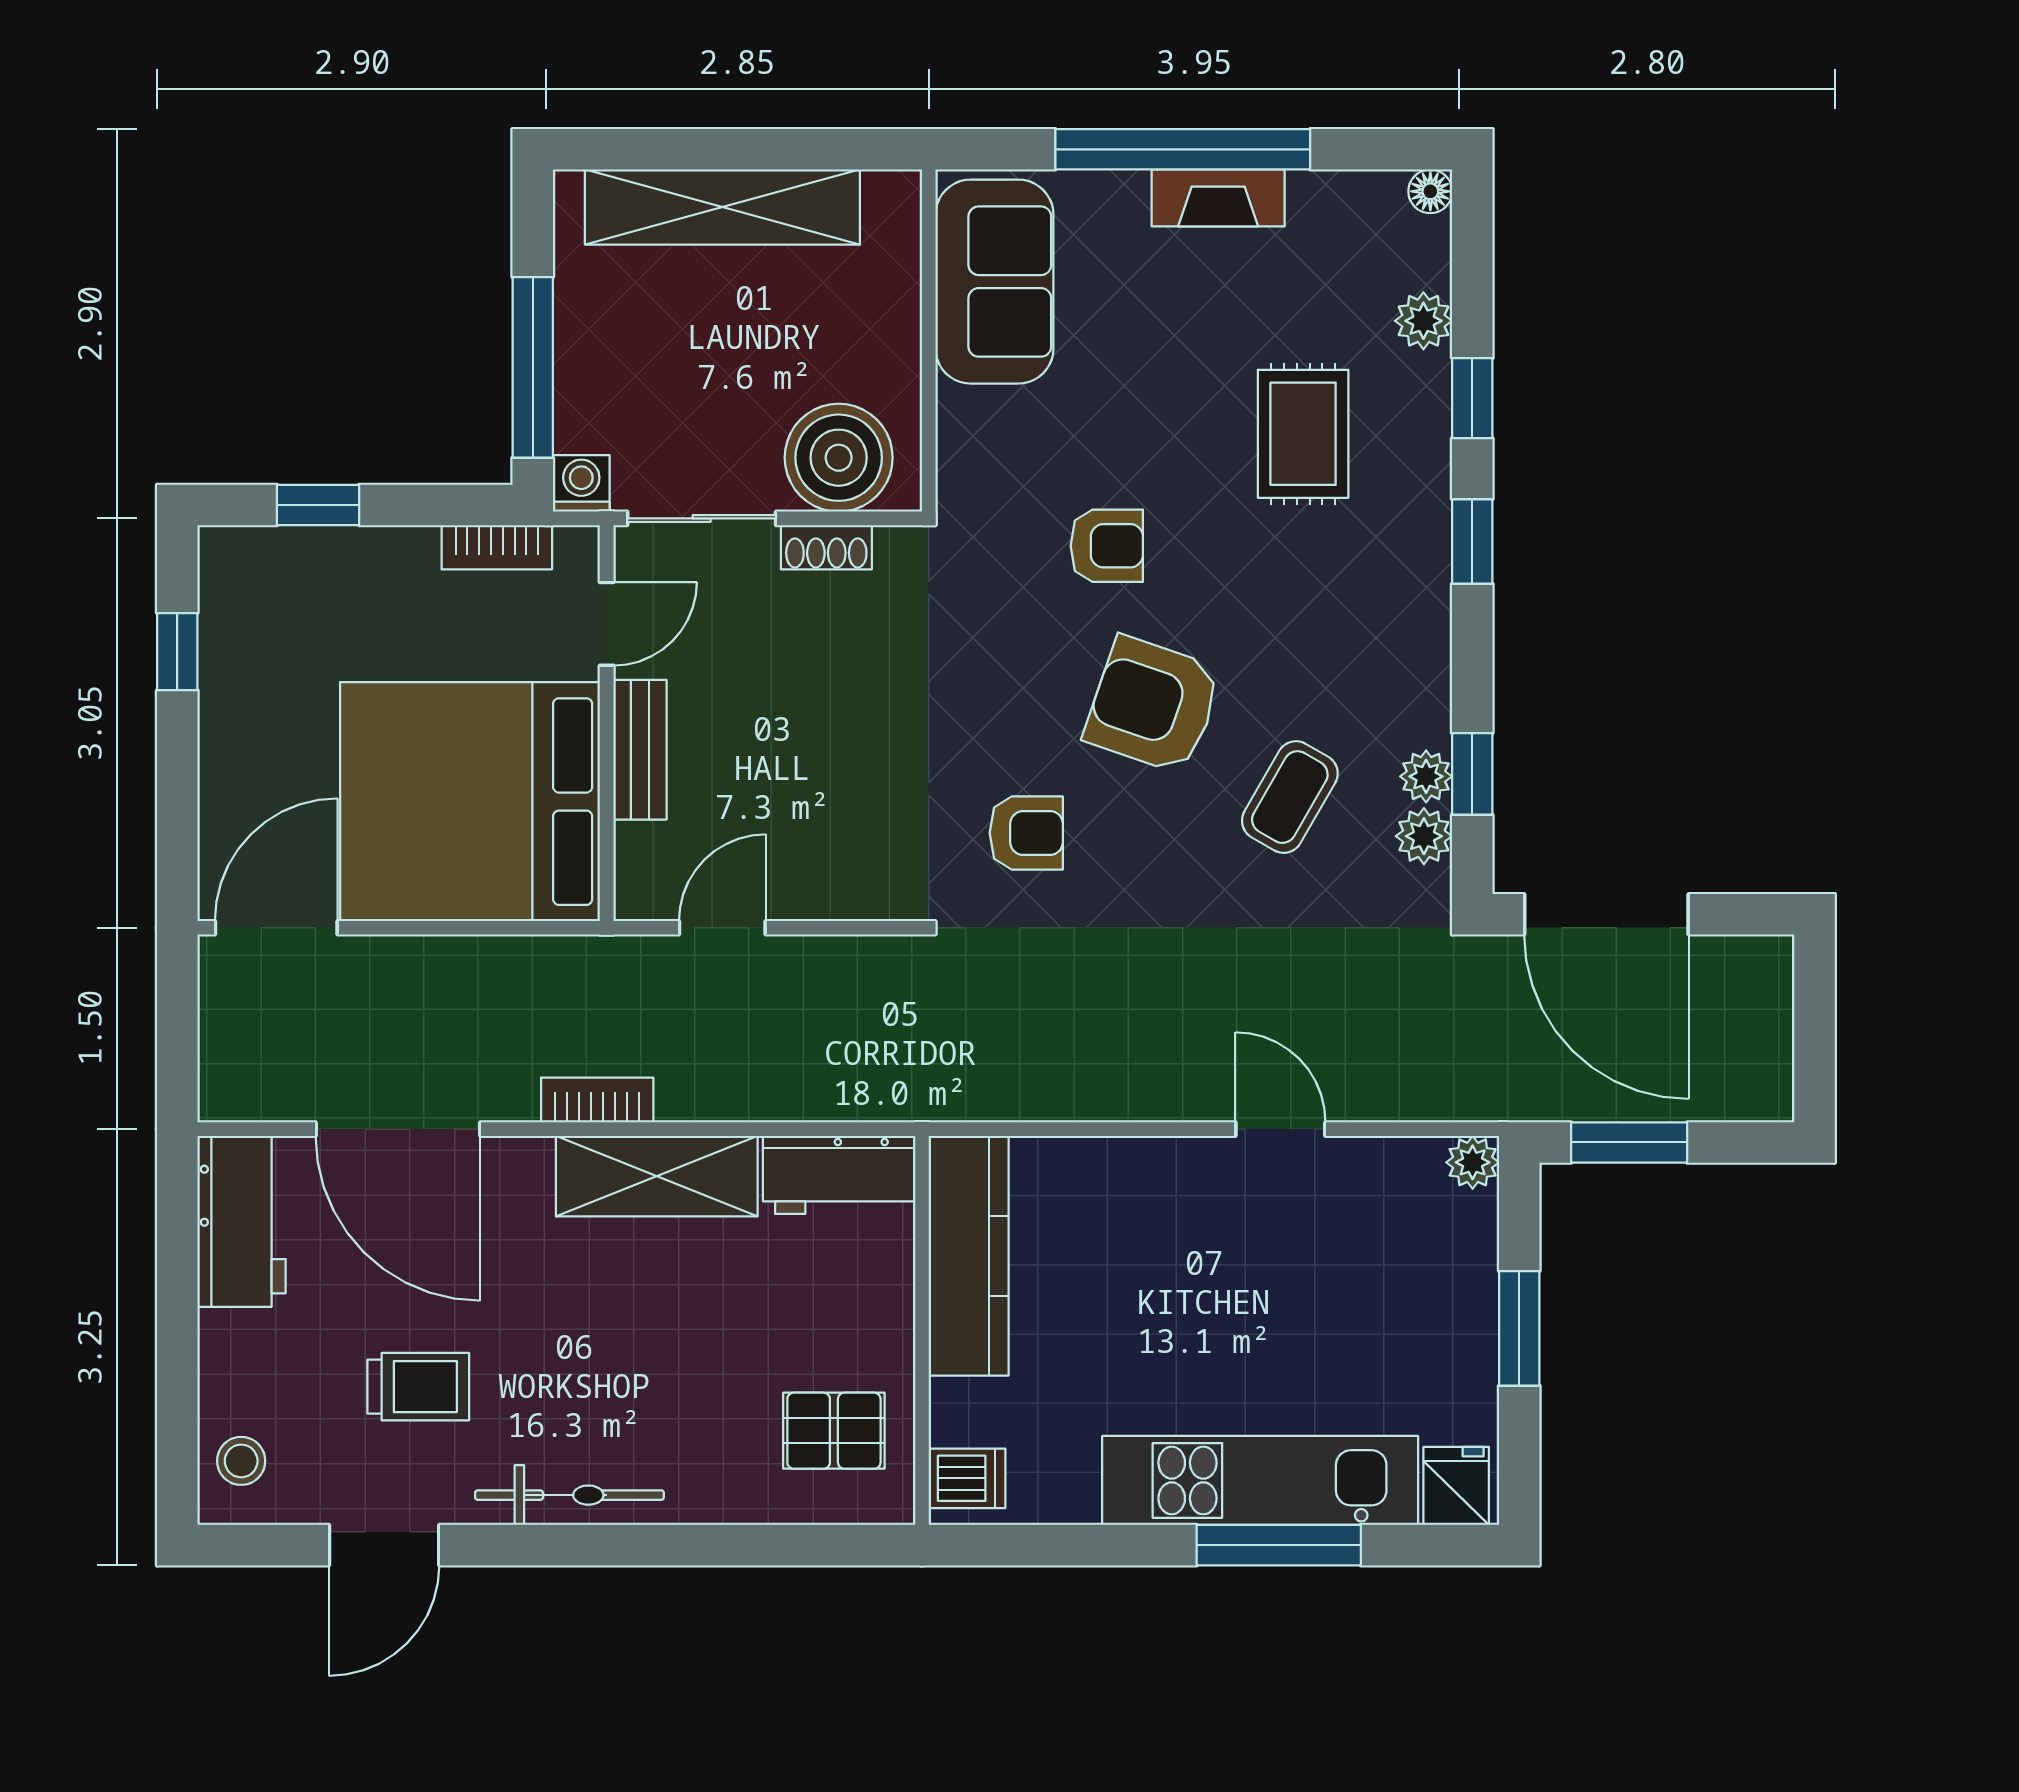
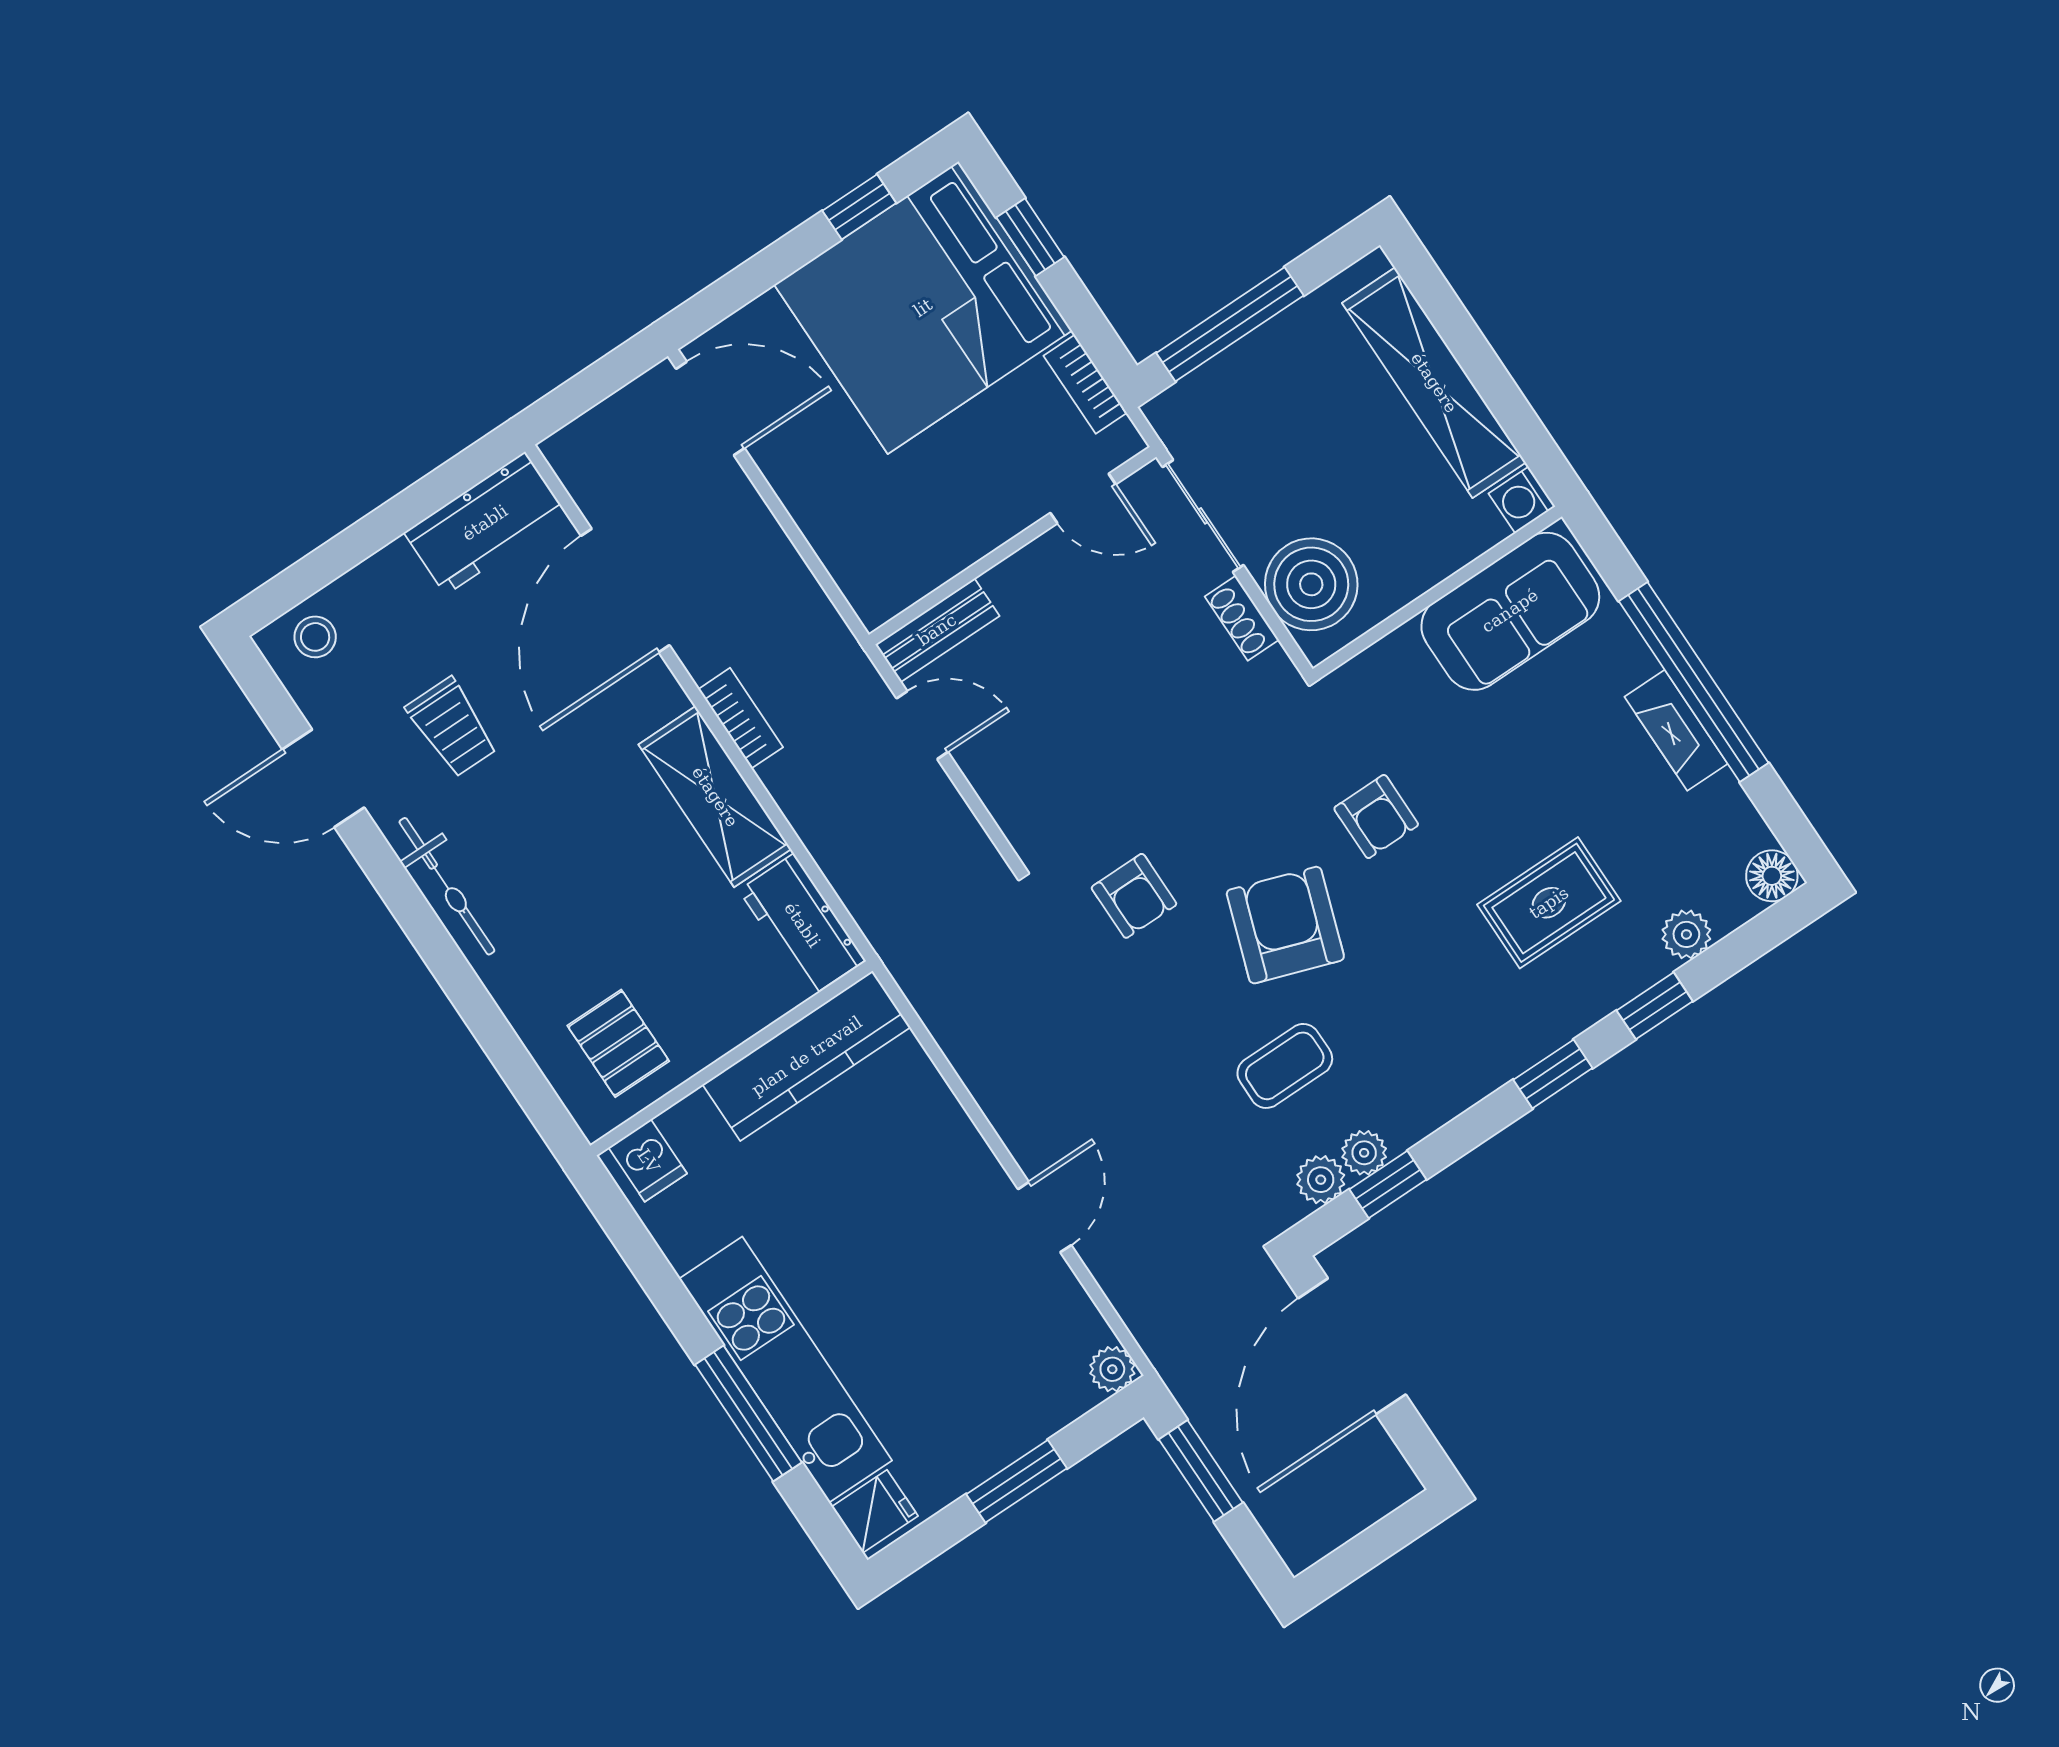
floor lamp: (1430, 191) -> (1772, 876), width x1.37, depth x1.37
washing machine: (581, 483) -> (1522, 500), moved, turned 180
bench: (640, 750) -> (937, 630), moved
coffee table: (1290, 797) -> (1285, 1066), turned -30
bed: (470, 802) -> (923, 308), moved, turned -90

